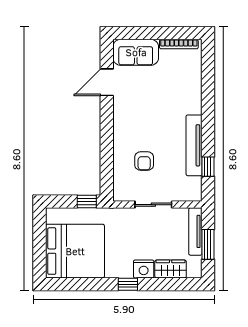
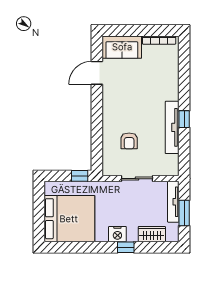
window: (208, 167) -> (184, 119), moved
nightstand: (144, 269) -> (117, 234), moved
window: (128, 284) -> (126, 247), moved

